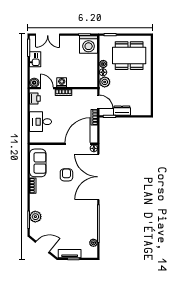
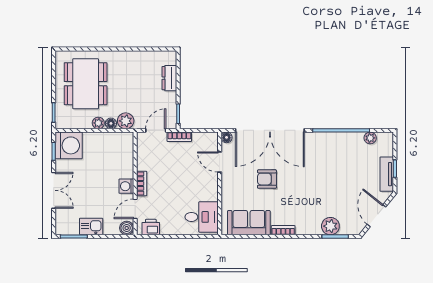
double door: (48, 35) -> (54, 190), moved
dresser: (122, 111) -> (169, 78), moved
desk: (41, 122) -> (202, 217), moved, turned -90
door: (78, 144) -> (220, 162), width x0.53

